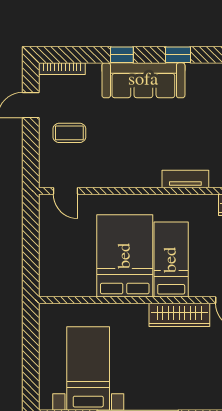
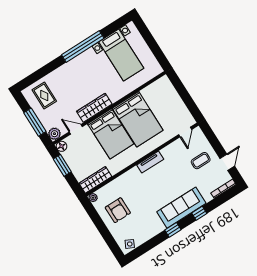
tv unit: (185, 179) -> (150, 162), moved
door: (65, 191) -> (185, 132), swing flipped
bed: (171, 260) -> (111, 134), width x1.50

